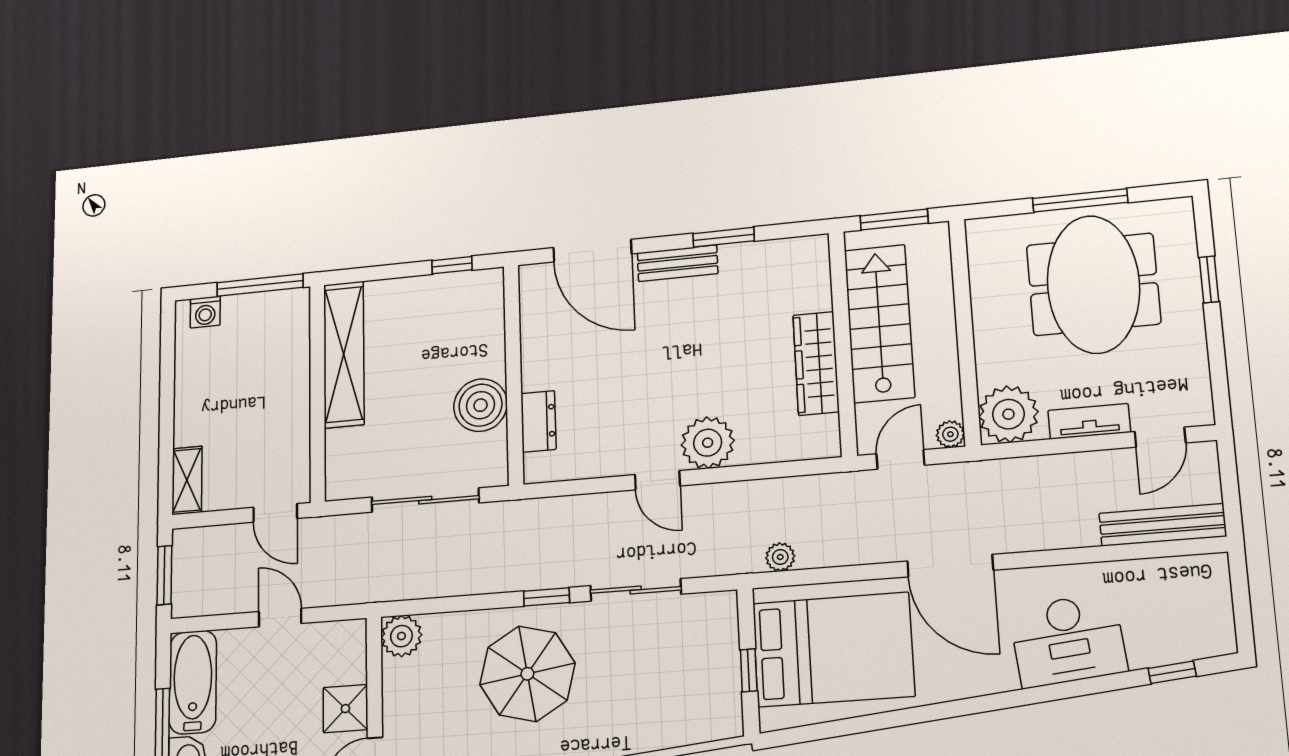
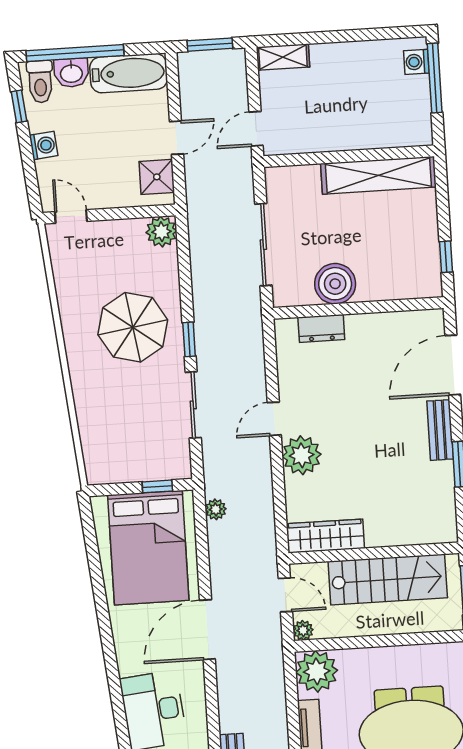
window: (260, 285) -> (435, 78), moved
wardrobe: (816, 363) -> (325, 536), moved
window: (749, 670) -> (157, 486), moved
shower: (345, 709) -> (157, 177), moved

